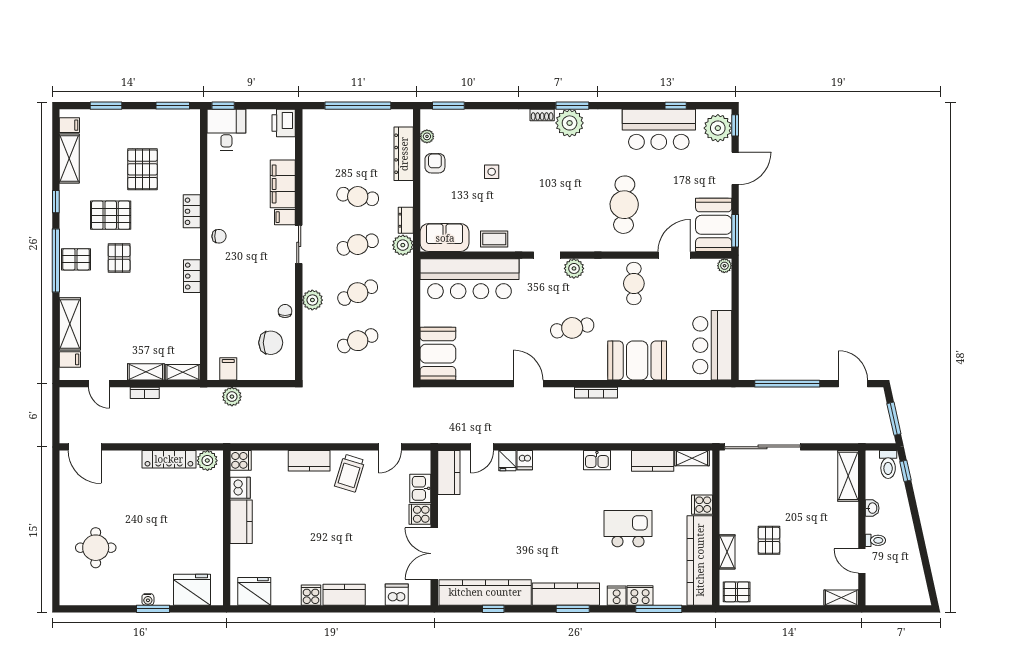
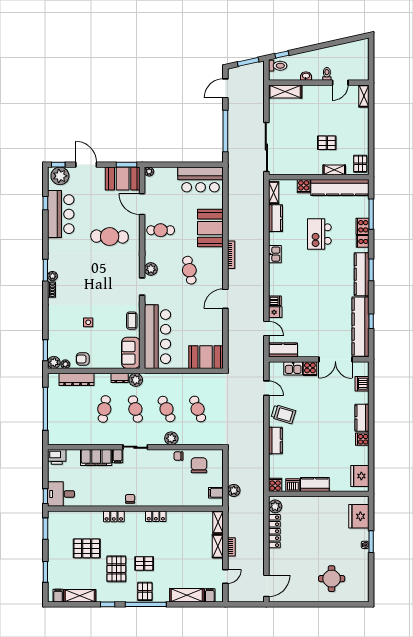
plant: (430, 119) -> (54, 362), added
plant: (570, 123) -> (52, 276), width x0.53, depth x0.53

